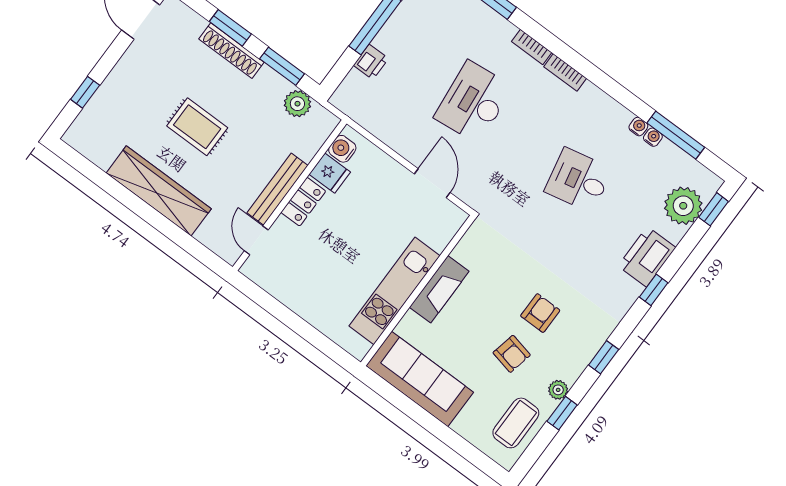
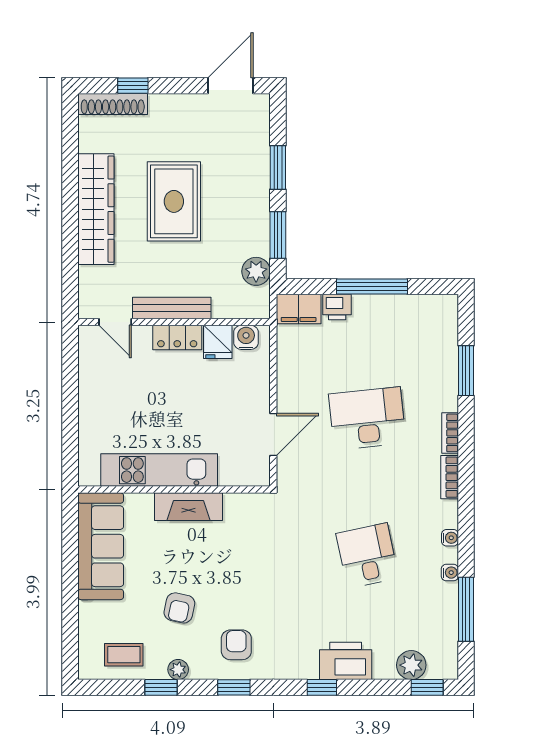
shoe rack: (231, 51) -> (113, 104), moved, turned -90
filing cabinet: (351, 93) -> (299, 309), added
rug: (197, 127) -> (174, 201), width x1.36, depth x1.43
water cooler: (653, 137) -> (450, 538), moved
plant: (683, 206) -> (411, 665), width x0.73, depth x0.73
door: (256, 240) -> (115, 322), swing flipped
armchair: (540, 313) -> (236, 645), moved, turned -90
coffee table: (516, 423) -> (124, 655), width x0.73, depth x0.77

